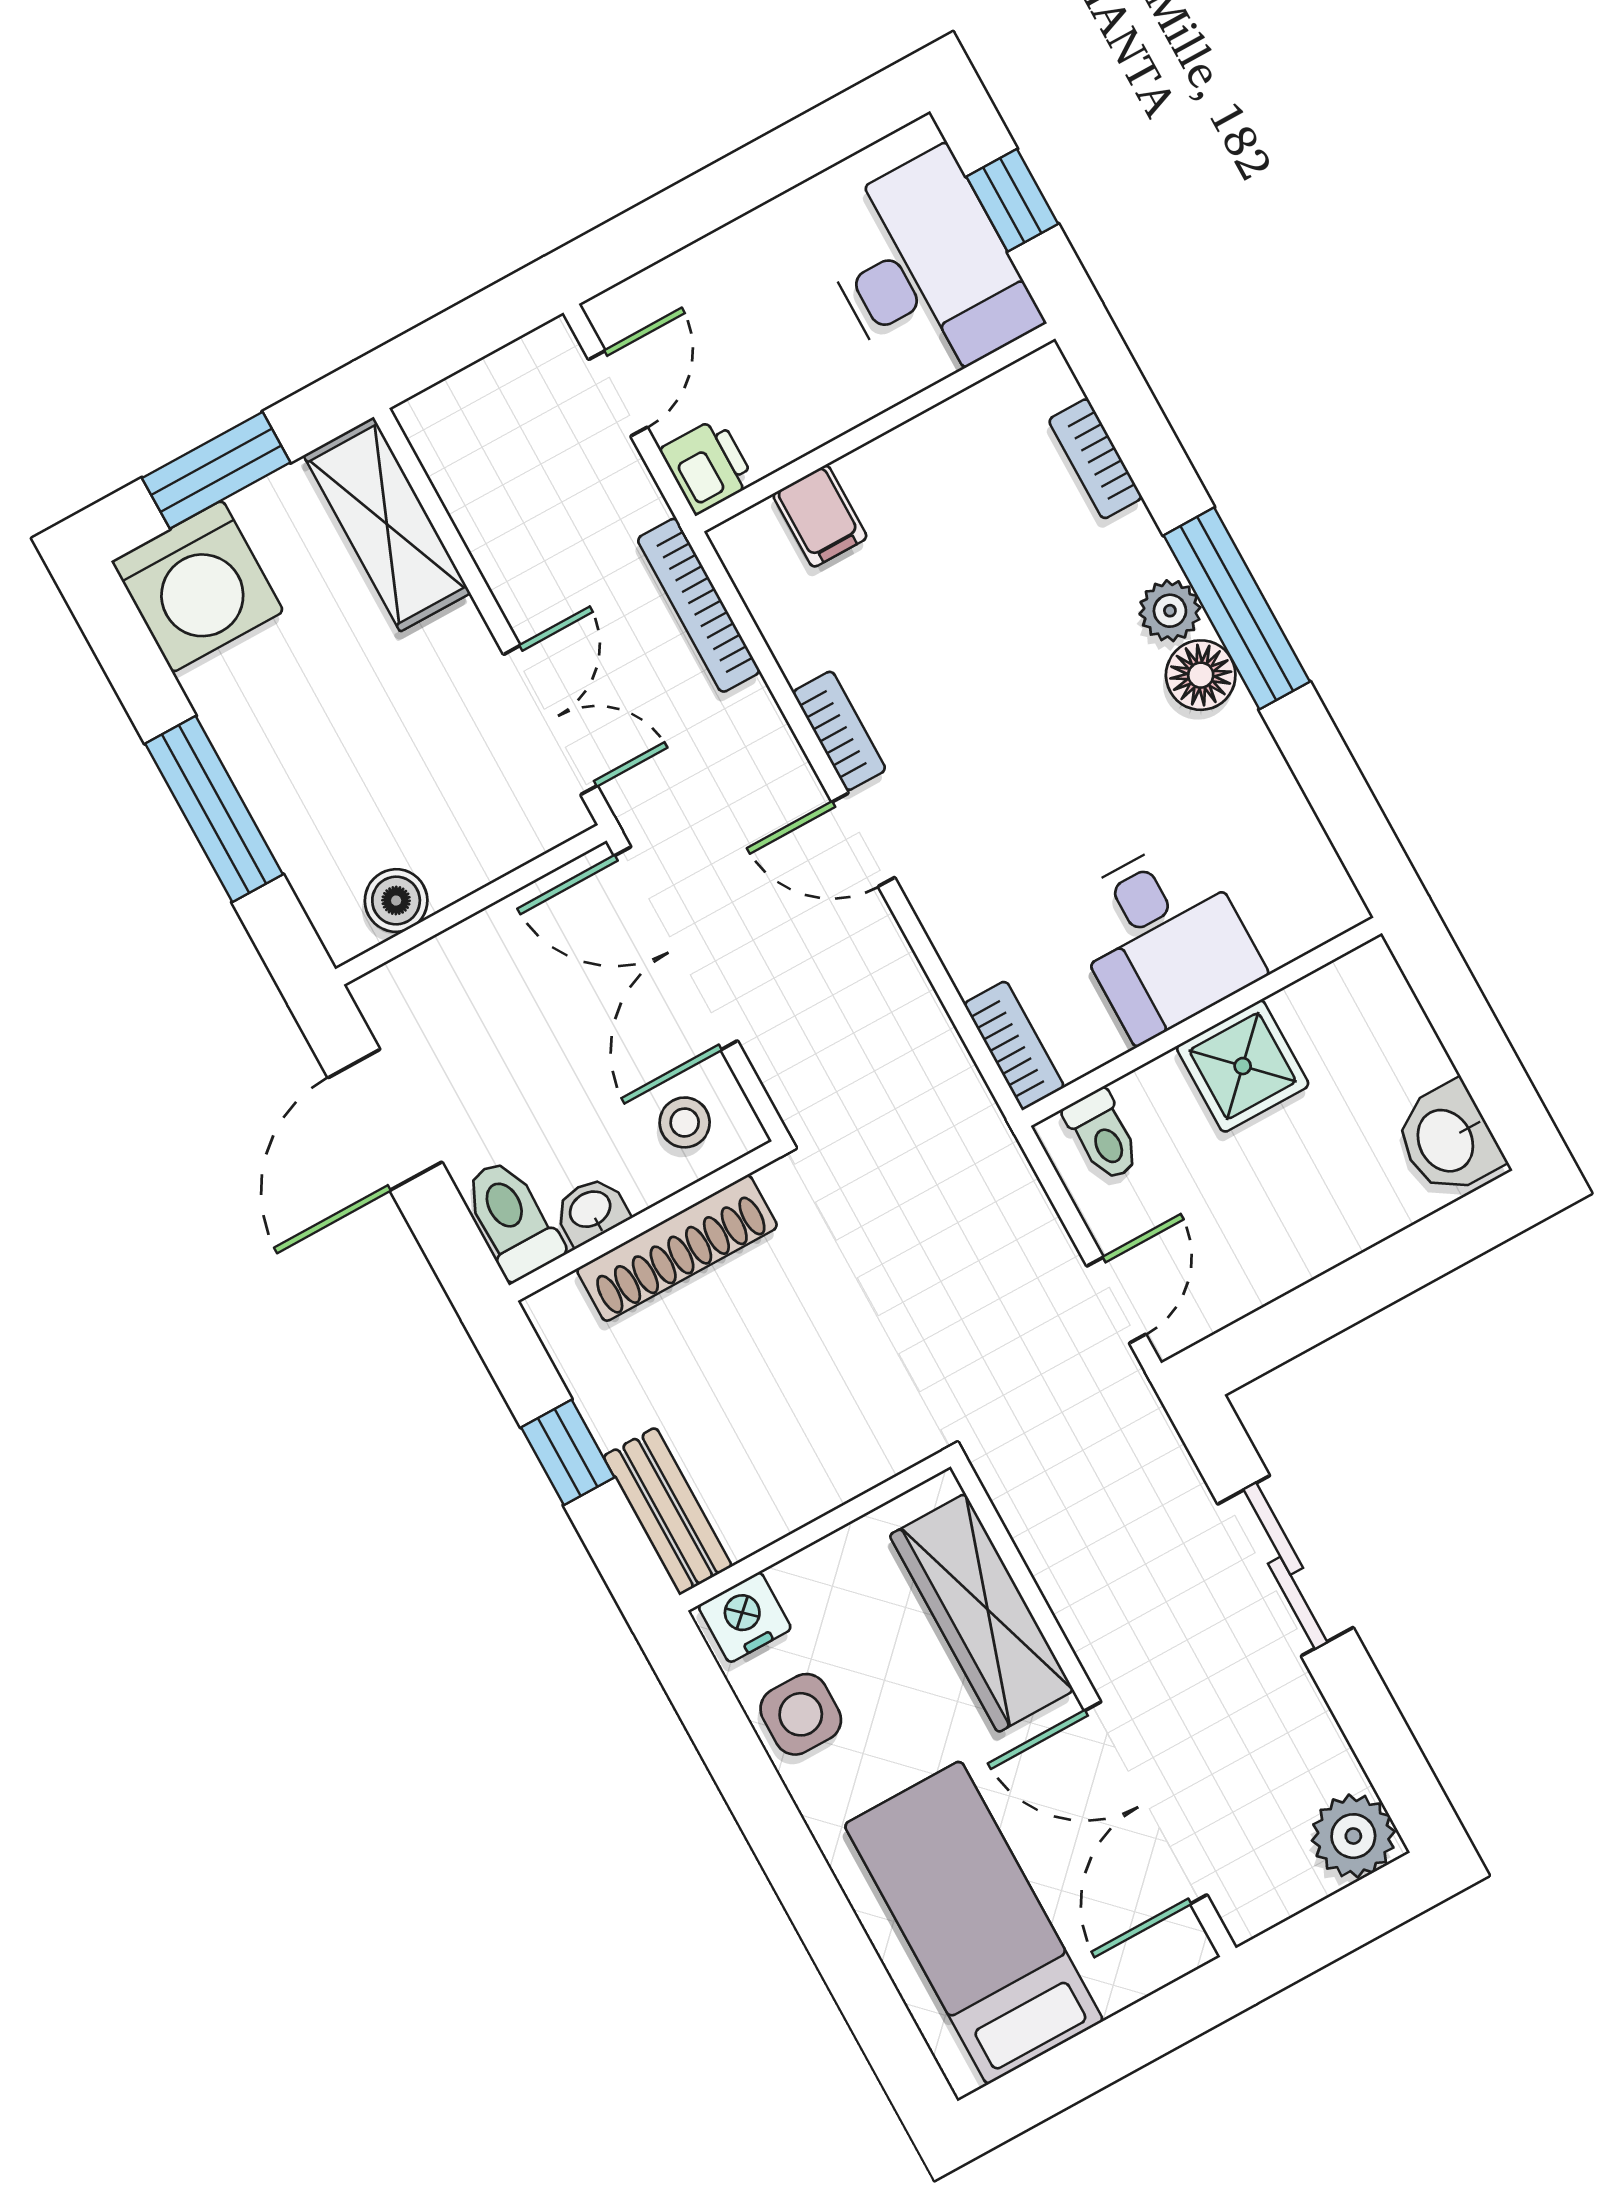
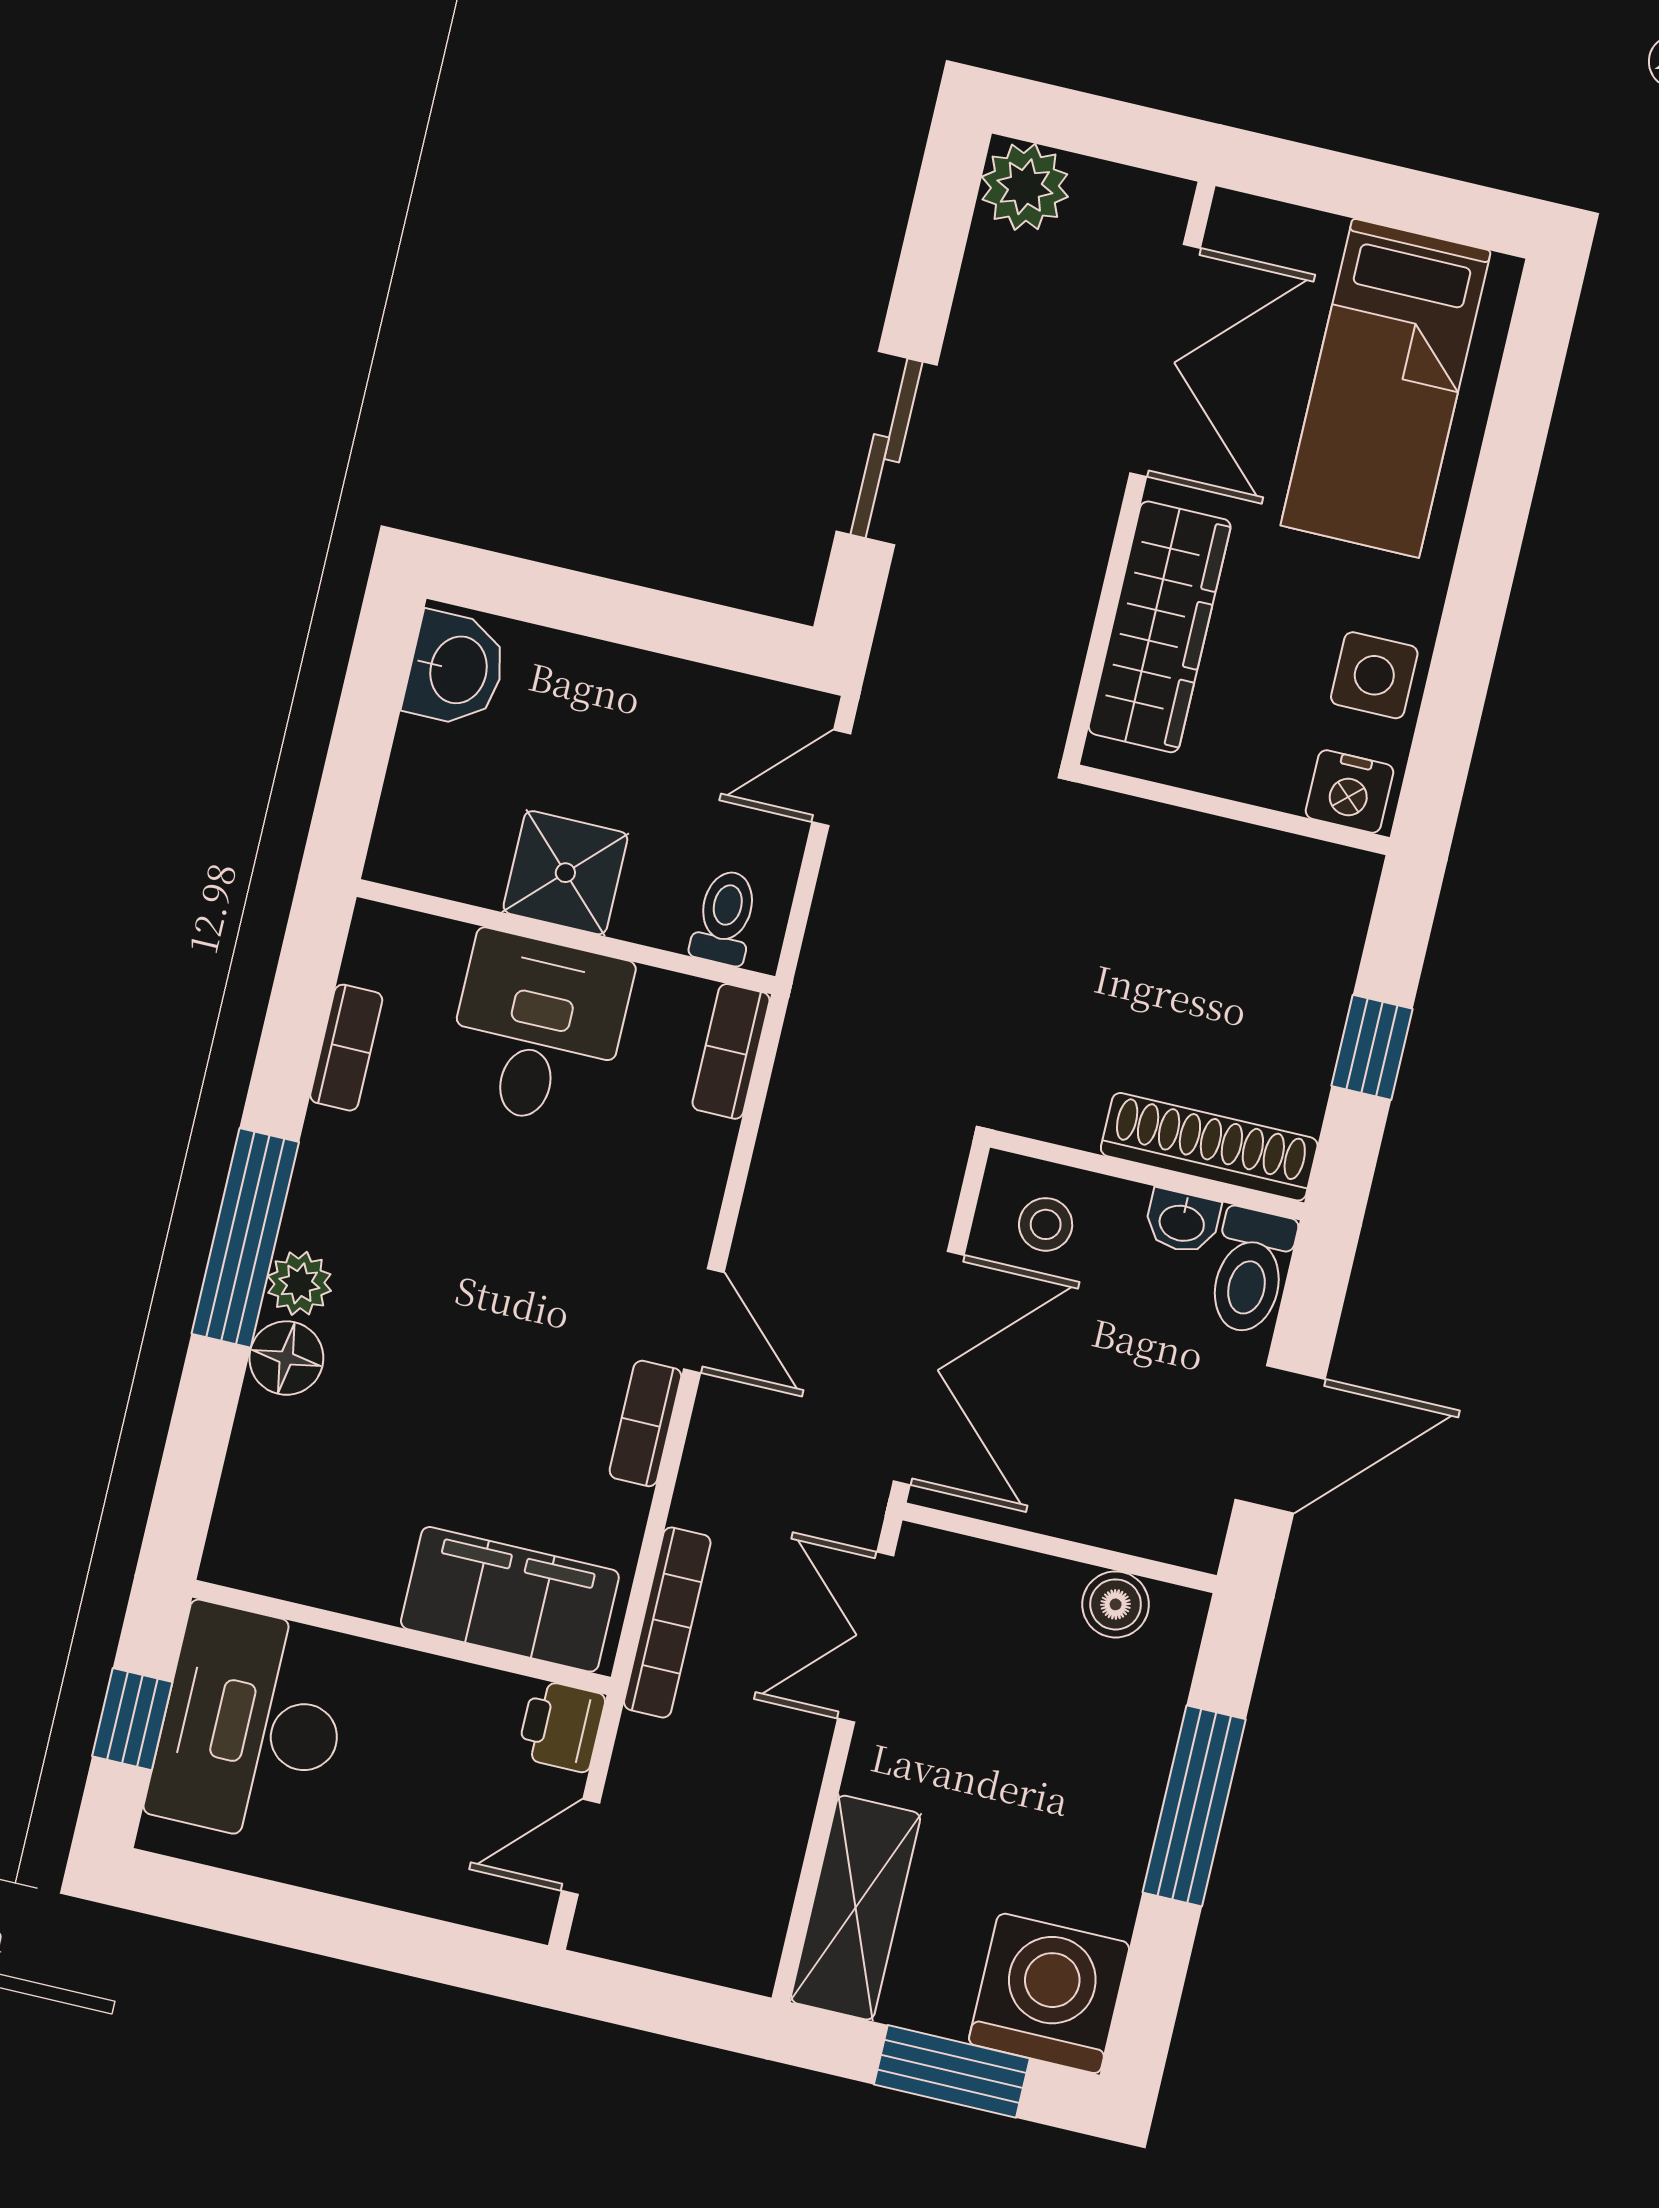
bookcase: (1095, 459) -> (346, 1048), moved
filing cabinet: (820, 516) -> (510, 1599), width x3.00, depth x1.17
floor lamp: (1201, 675) -> (286, 1358), moved
shoe rack: (677, 1248) -> (1209, 1147), moved
bench: (668, 1511) -> (1335, 930), removed

